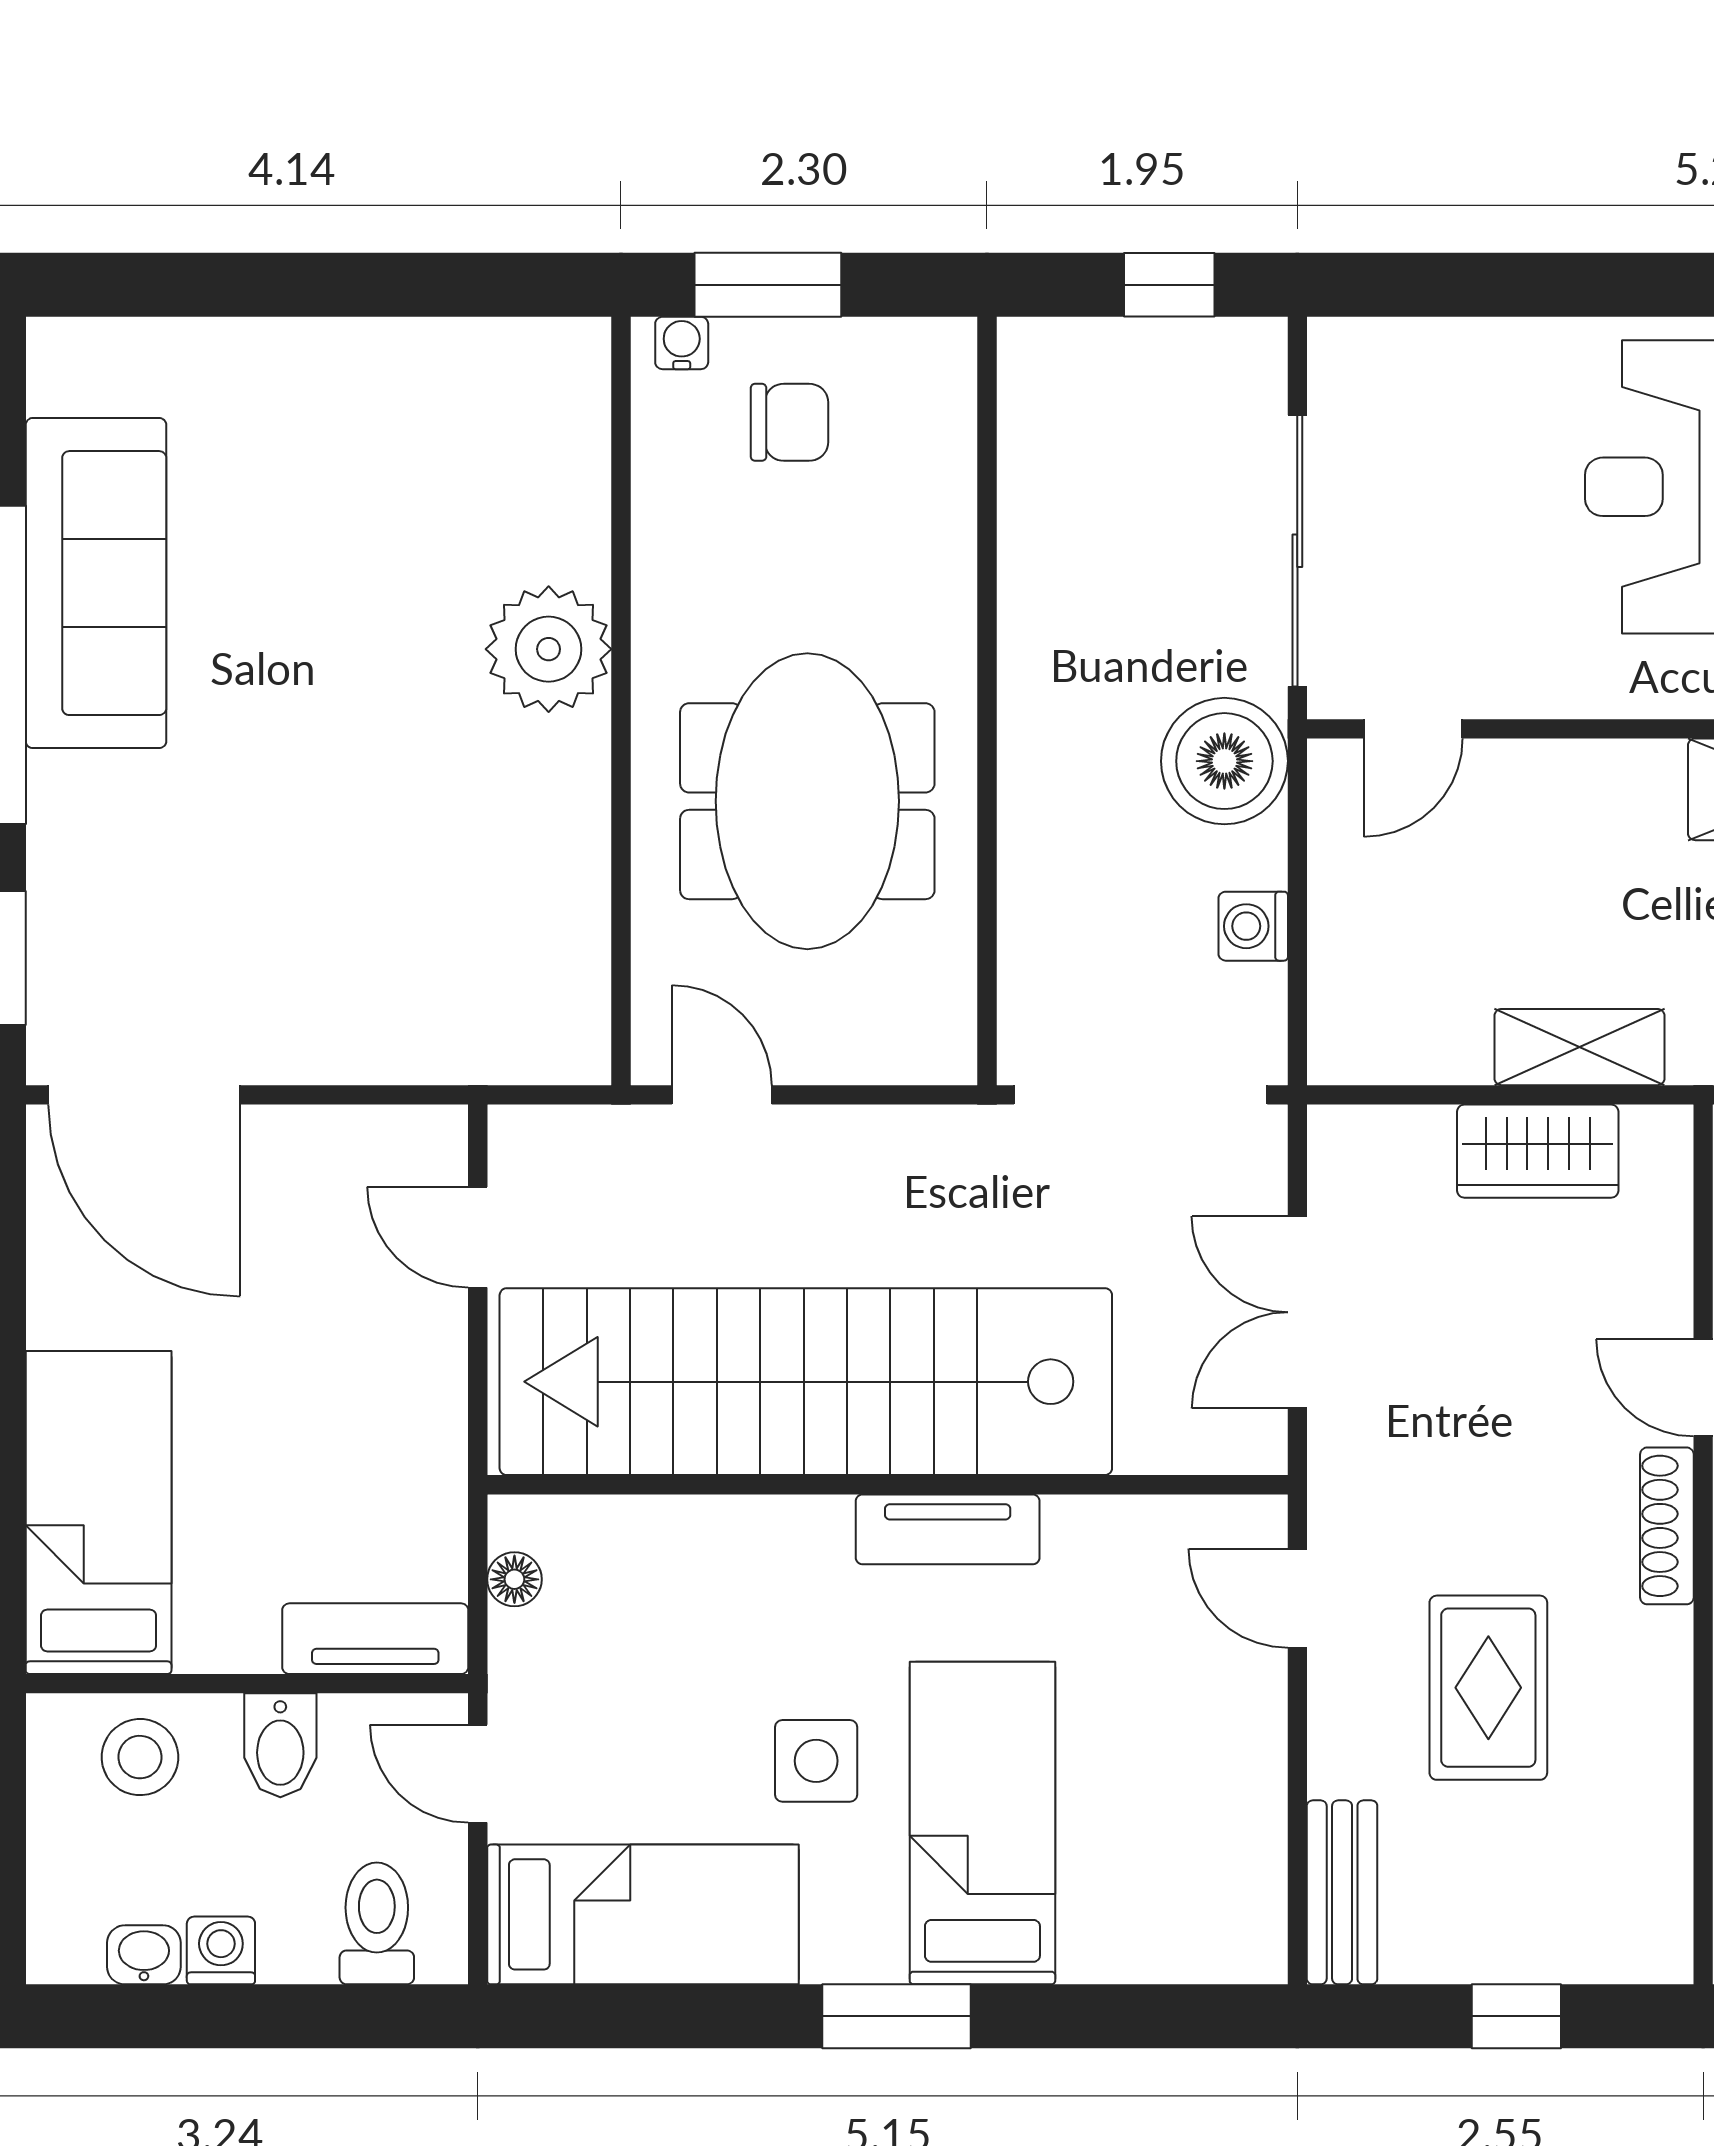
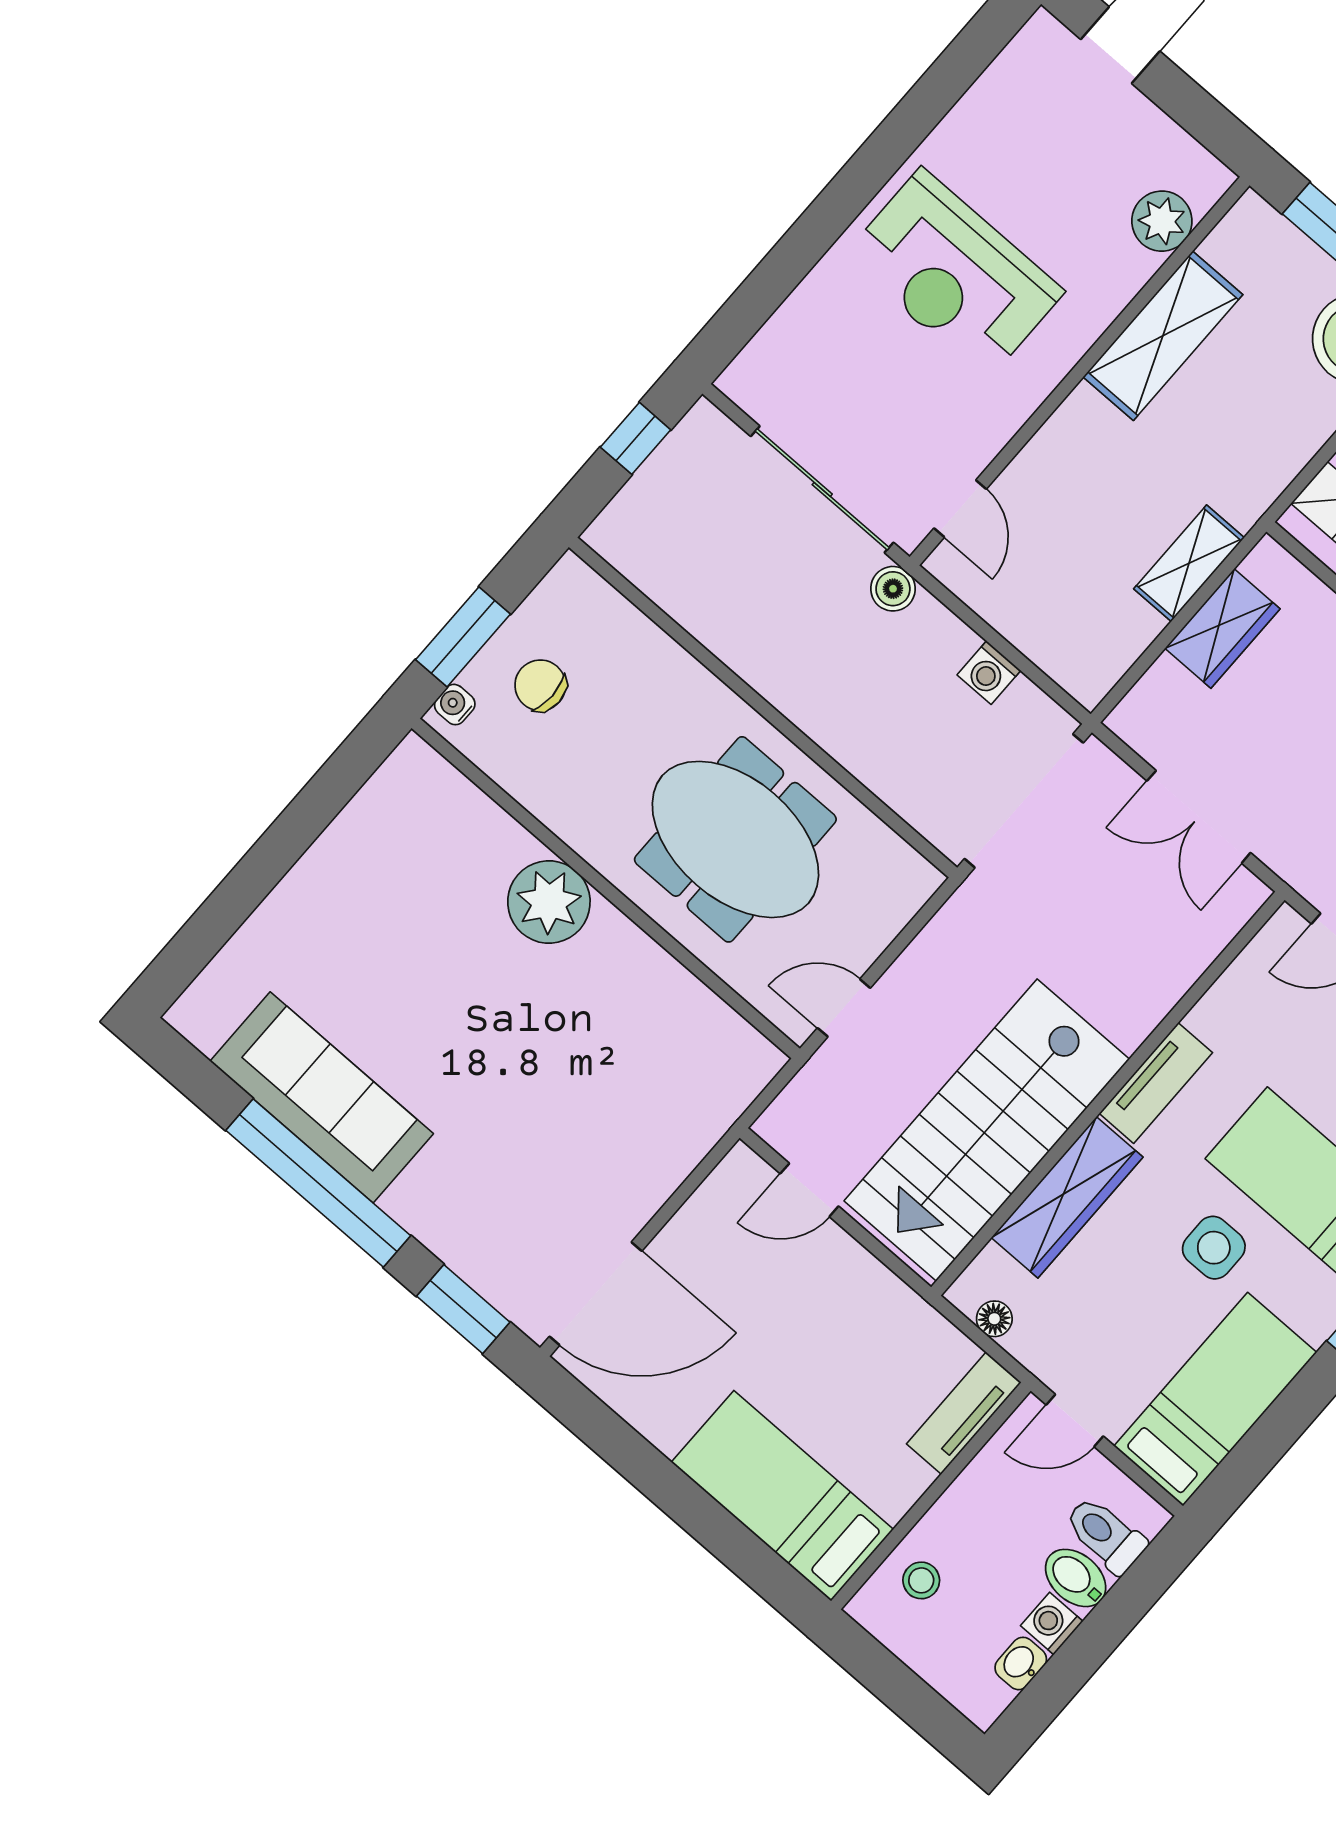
chair: (789, 422) -> (540, 685), turned -90
boiler: (1224, 761) -> (893, 589), width x0.54, depth x0.54
stairs: (806, 1382) -> (987, 1130), width x0.73
wardrobe: (727, 1542) -> (1067, 1197), added
bidet: (280, 1745) -> (1076, 1578), moved, turned 180
stool: (140, 1757) -> (921, 1580), width x0.73, depth x0.73

